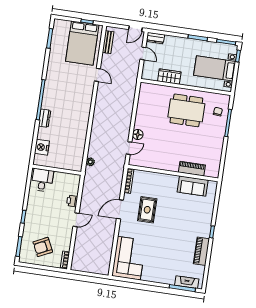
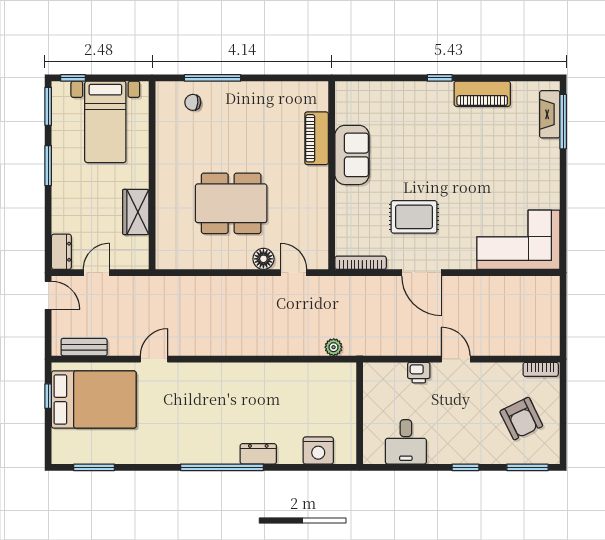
dining table: (186, 110) -> (231, 203), moved, turned 90
desk: (42, 180) -> (406, 442), moved, turned -90
sofa: (193, 186) -> (352, 155), moved

